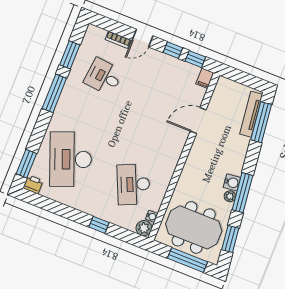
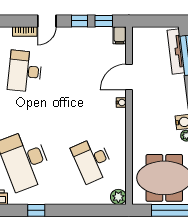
desk: (103, 77) -> (25, 71), width x1.37
water cooler: (152, 216) -> (121, 102), moved
window: (99, 225) -> (36, 210), moved

